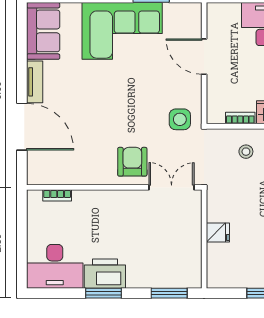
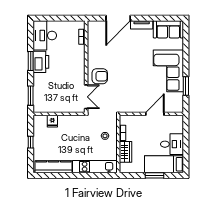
side table: (180, 119) -> (122, 101), removed
fridge: (218, 233) -> (52, 121), moved

